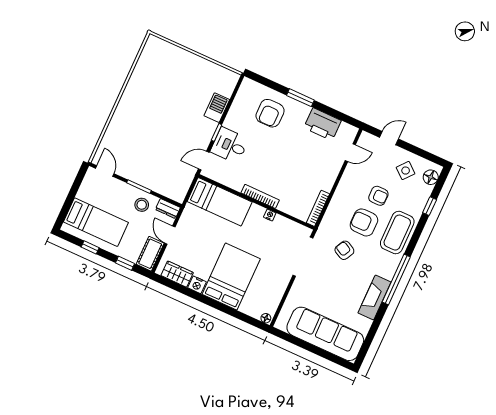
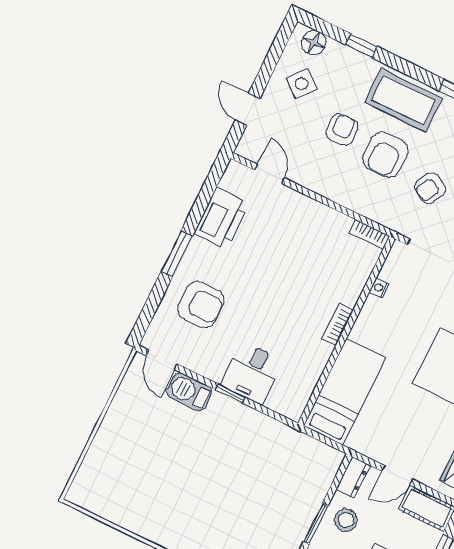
door: (204, 161) -> (162, 360), moved
bookcase: (260, 196) -> (338, 325), width x0.64
bookcase: (318, 208) -> (369, 235), width x0.64
nightstand: (270, 215) -> (379, 288), moved

